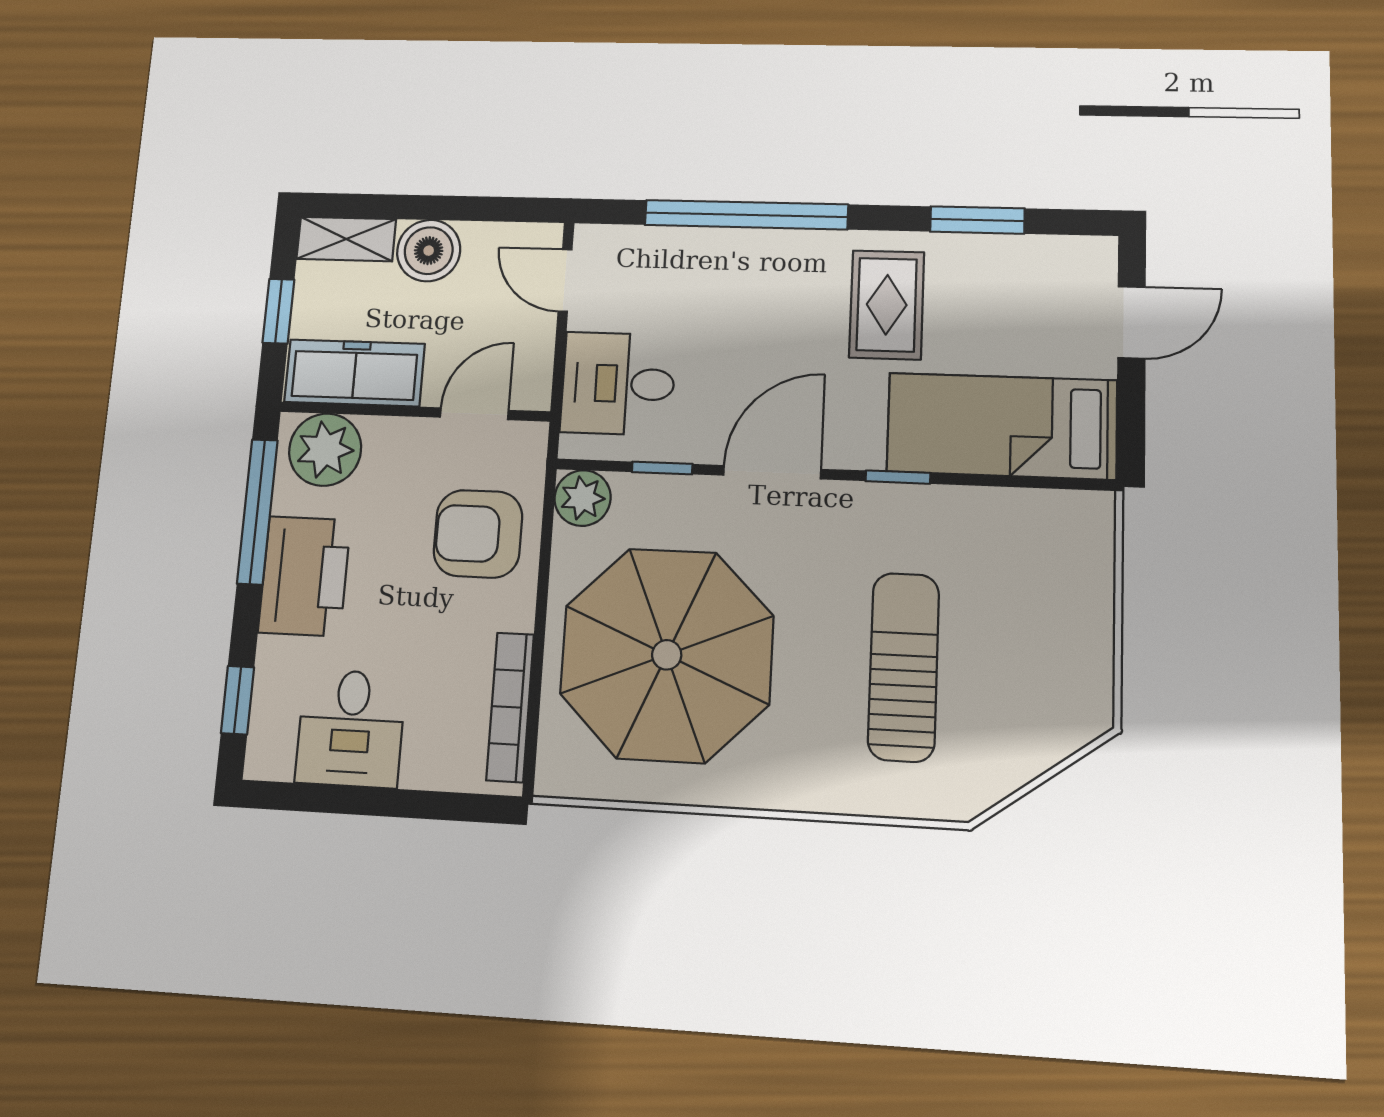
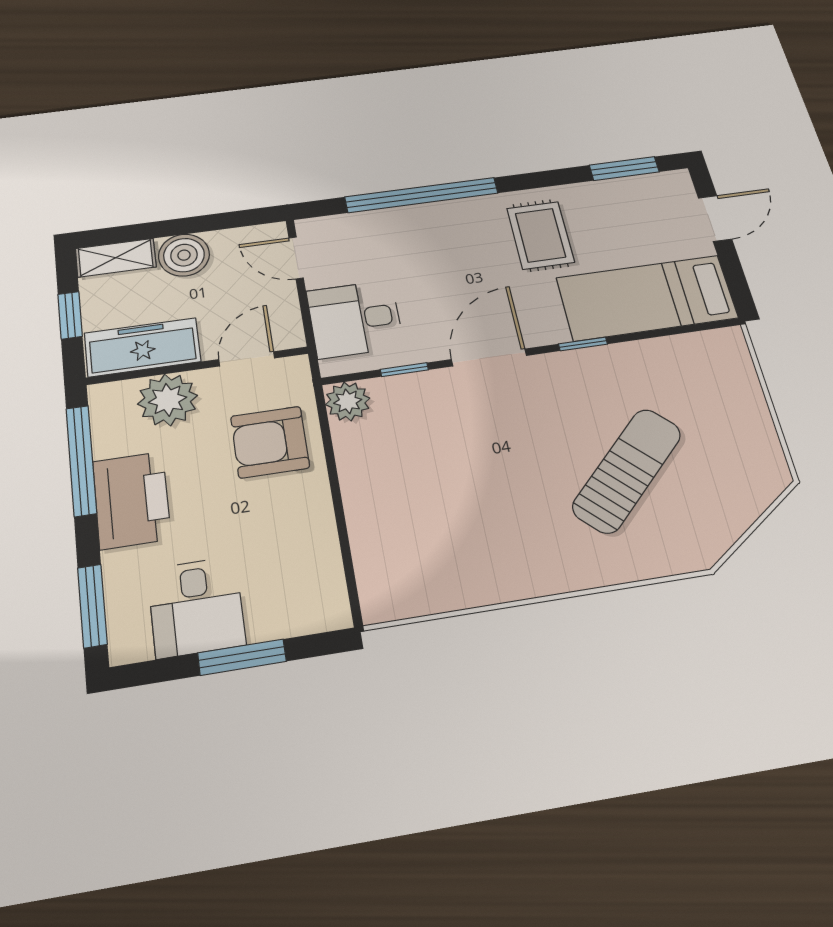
window: (977, 220) -> (624, 168), moved
plant: (325, 450) -> (168, 400), moved
parasol: (667, 655) -> (444, 499), removed
sun lounger: (904, 667) -> (627, 470), turned 45
window: (237, 700) -> (92, 606), width x1.50
bookcase: (510, 707) -> (327, 563), removed
window: (389, 803) -> (242, 657), added

